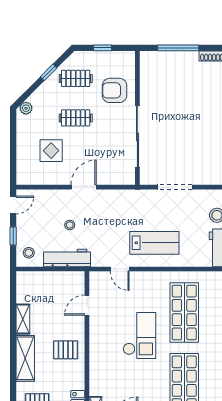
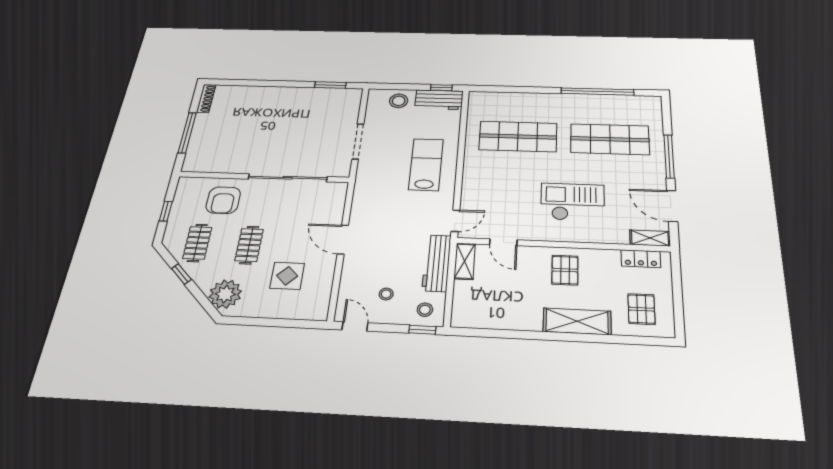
plant: (26, 108) -> (225, 294), width x1.87, depth x1.87
stool: (70, 225) -> (386, 294), moved
window: (13, 236) -> (422, 330), moved
door: (120, 269) -> (455, 221), moved
shelving: (23, 319) -> (465, 261), moved, turned 90
checkout: (139, 335) -> (573, 202), moved

